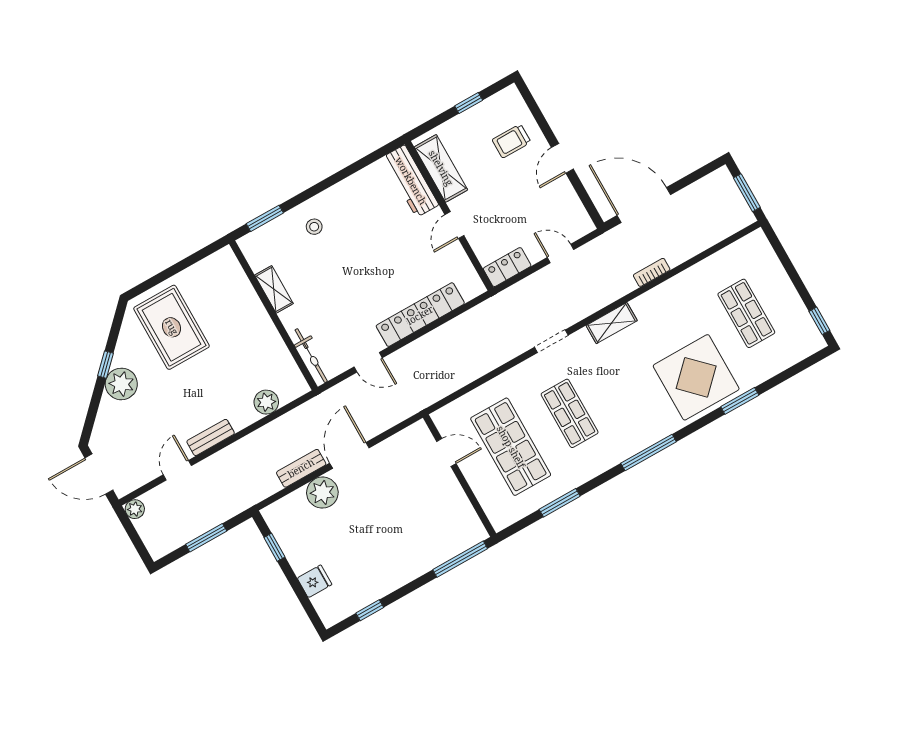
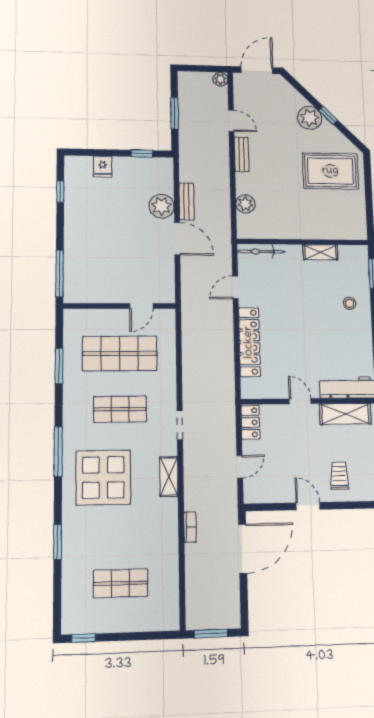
display table: (696, 377) -> (103, 478), moved

